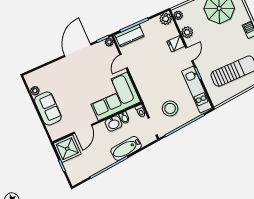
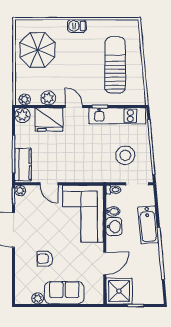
fridge: (176, 44) -> (49, 120), width x1.88, depth x1.34
armchair: (67, 83) -> (45, 259), added
door: (83, 129) -> (105, 263), hinge flipped

